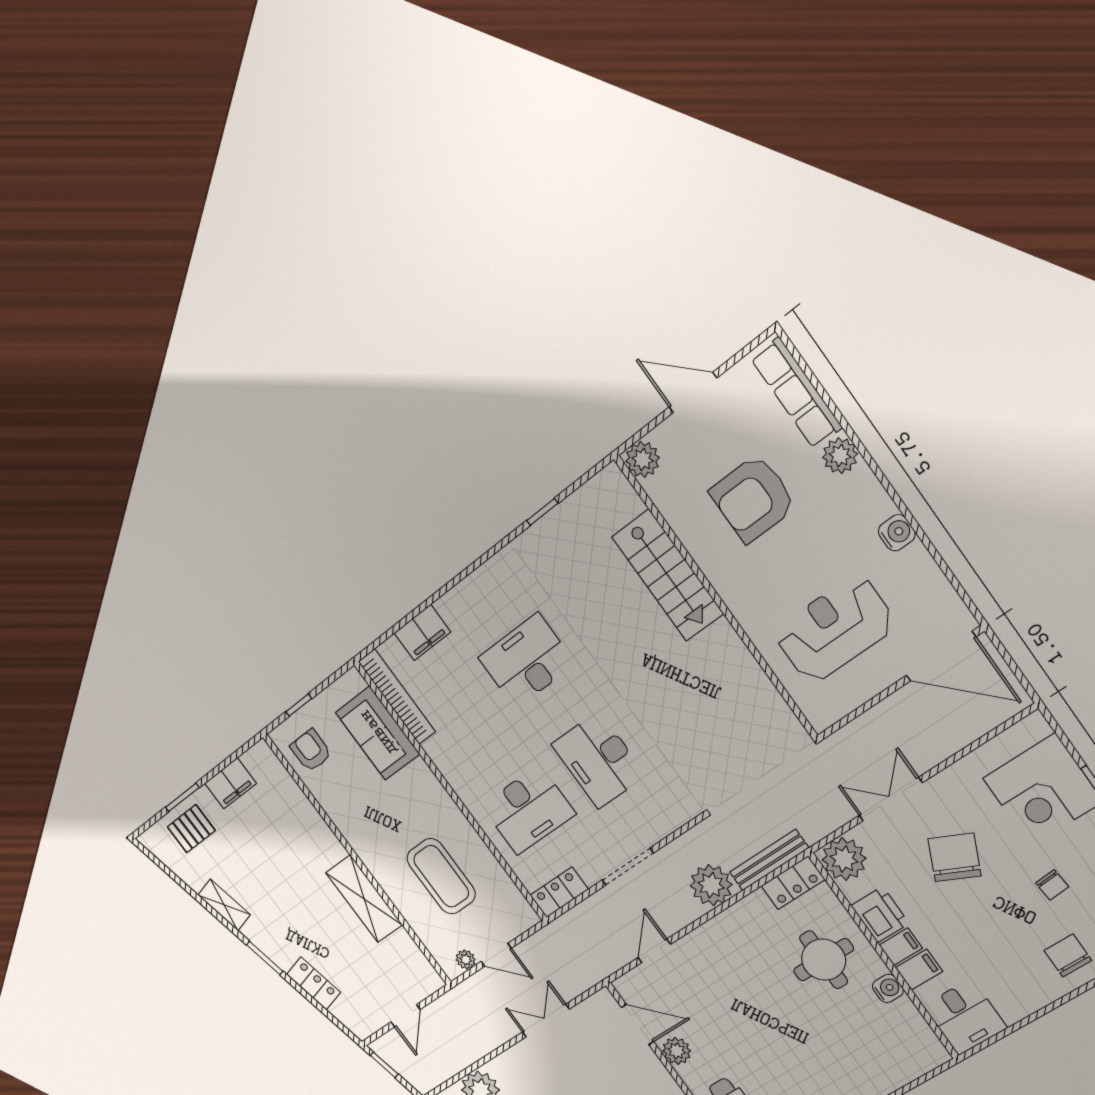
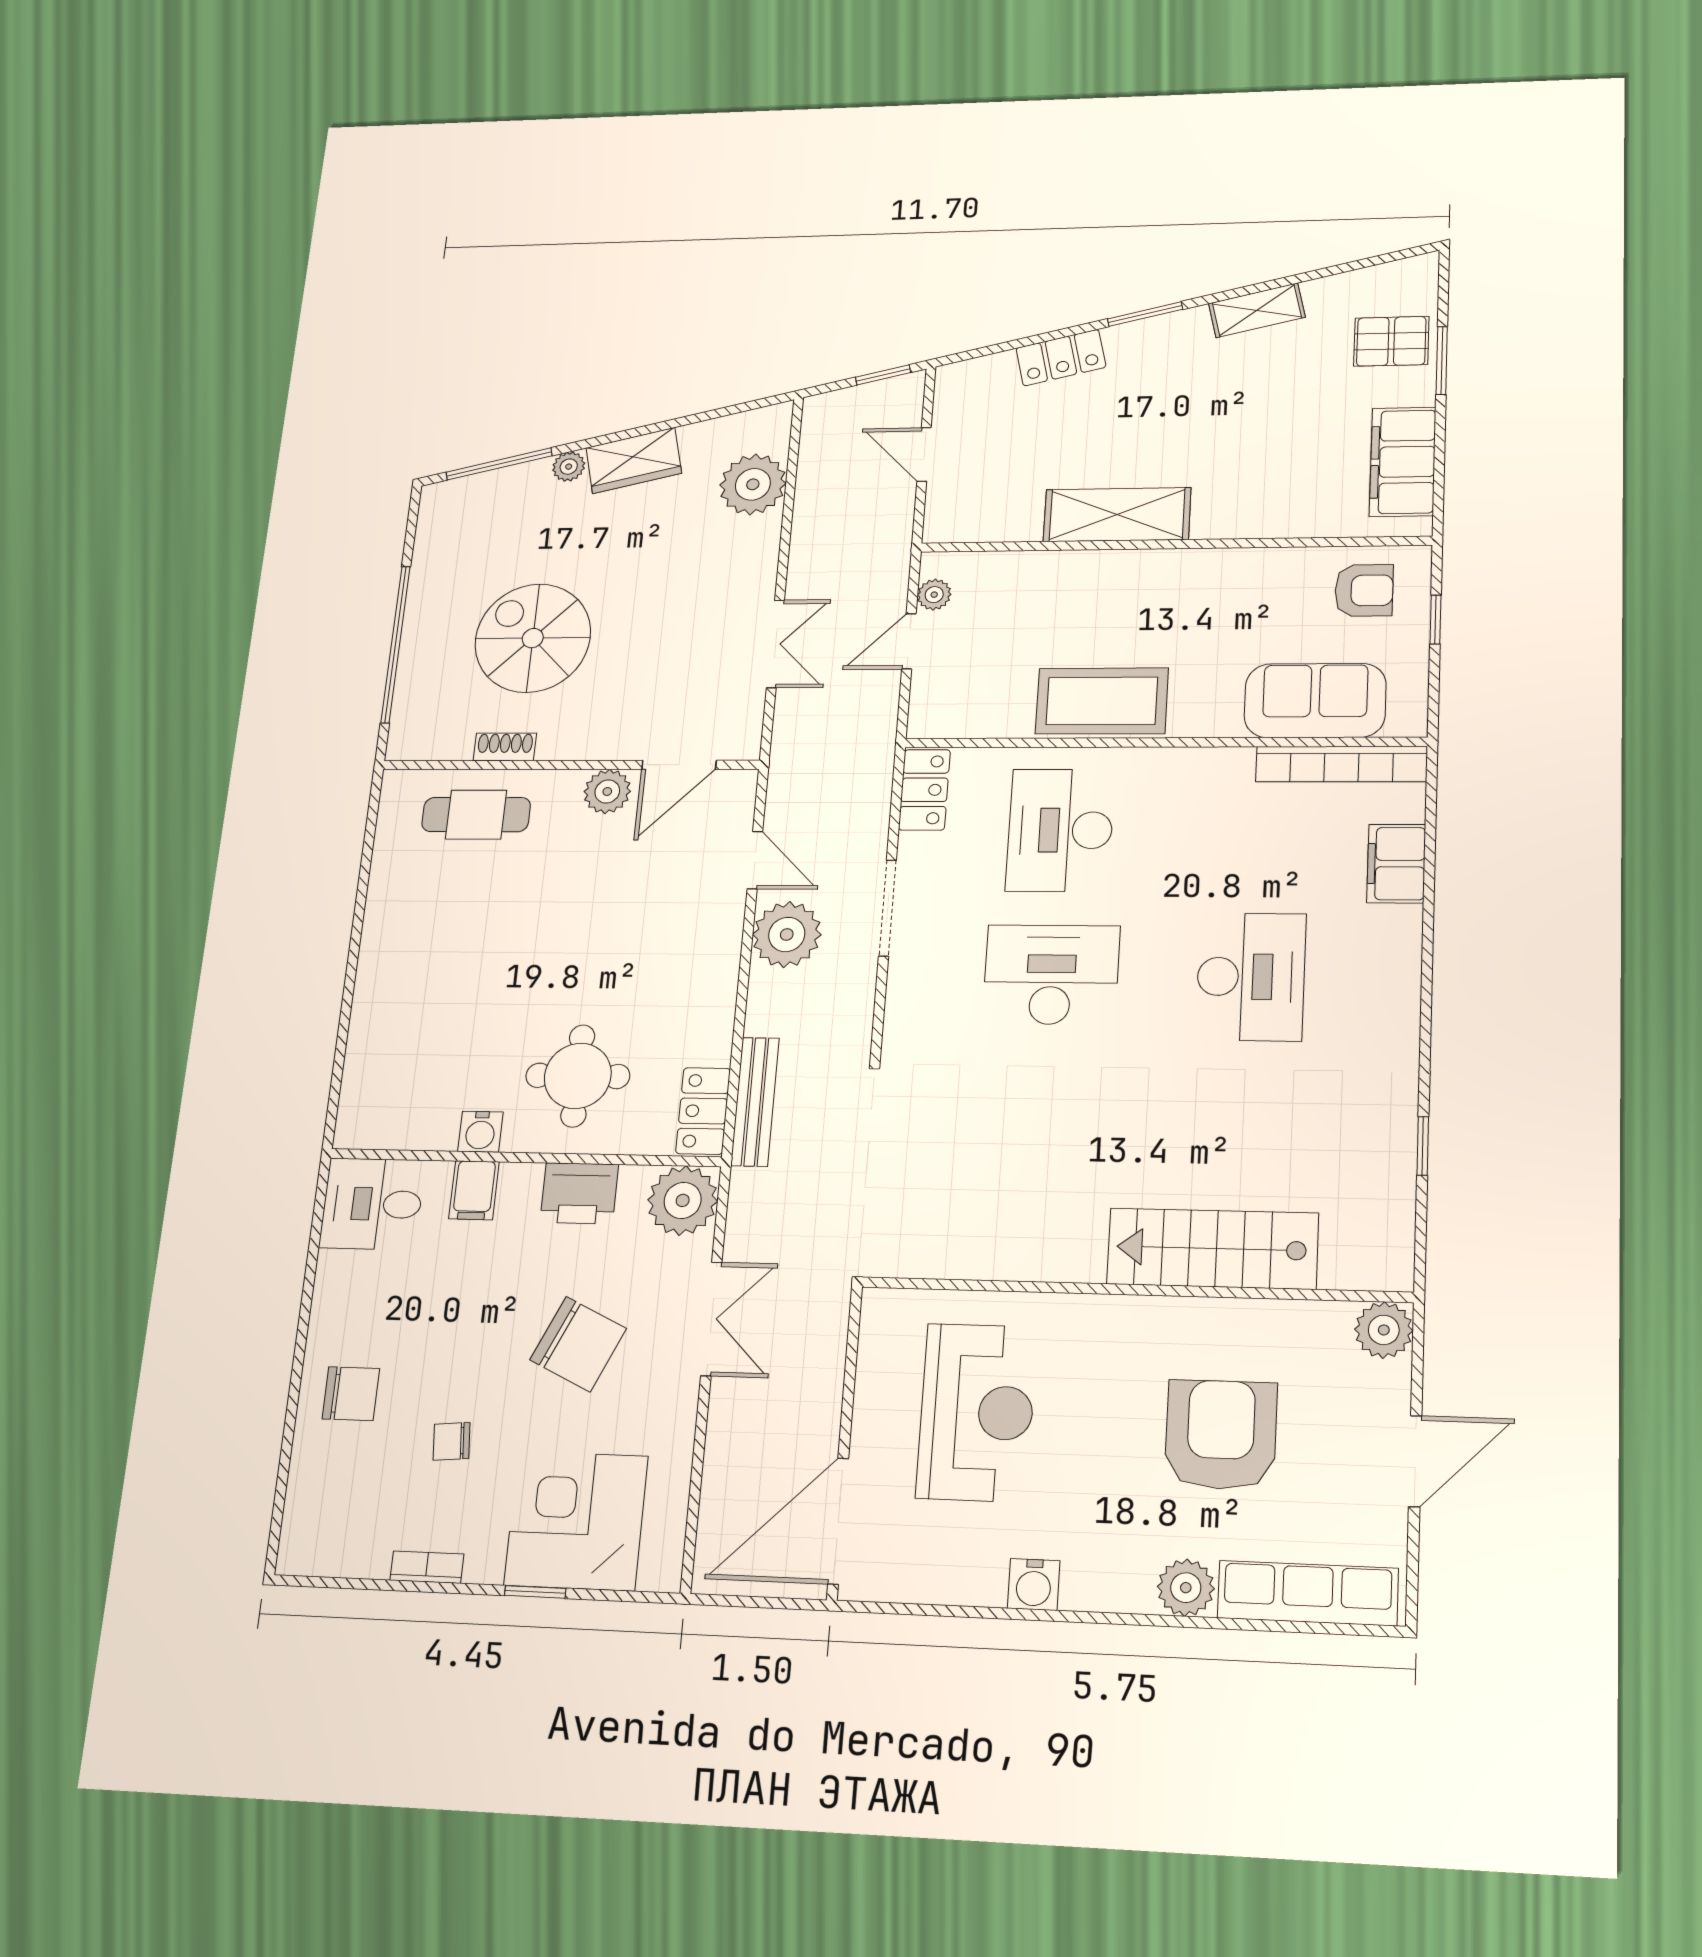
filing cabinet: (230, 783) -> (1403, 462), width x1.50, depth x1.17
pallet: (191, 829) -> (1391, 341), turned 90
coffee table: (441, 876) -> (1102, 701), moved
plant: (711, 885) -> (787, 934), moved
filing cabinet: (901, 947) -> (520, 1189), removed

